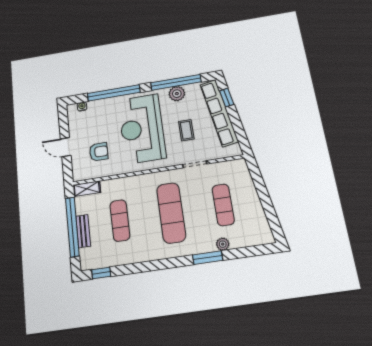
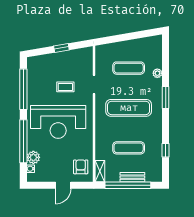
plant: (177, 94) -> (33, 157), moved
window: (227, 98) -> (61, 48), moved
row of seats: (219, 113) -> (55, 59), removed
armchair: (99, 152) -> (81, 167), moved
window: (208, 258) -> (166, 98), moved
window: (101, 273) -> (166, 150), moved

